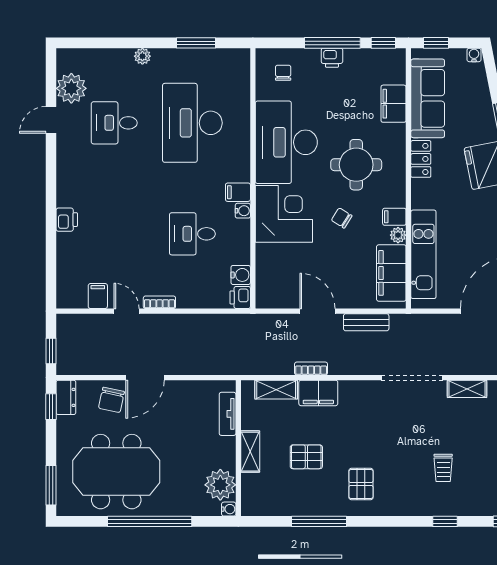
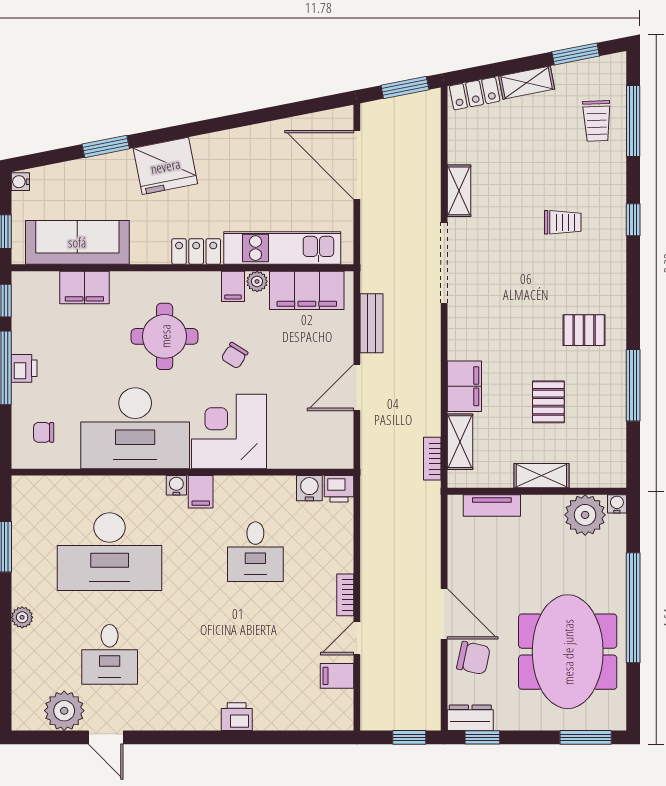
locker: (421, 159) -> (196, 251), moved
water cooler: (243, 211) -> (176, 485), moved
bookcase: (311, 368) -> (432, 459), moved

